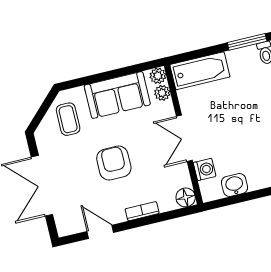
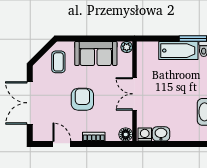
bathtub: (200, 71) -> (178, 51), moved
plant: (162, 93) -> (127, 59), removed
washing machine: (205, 169) -> (145, 135), moved, turned -90

